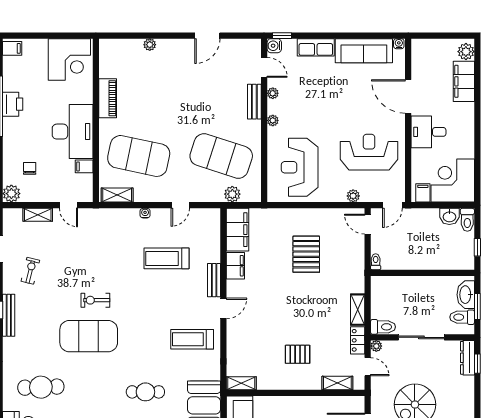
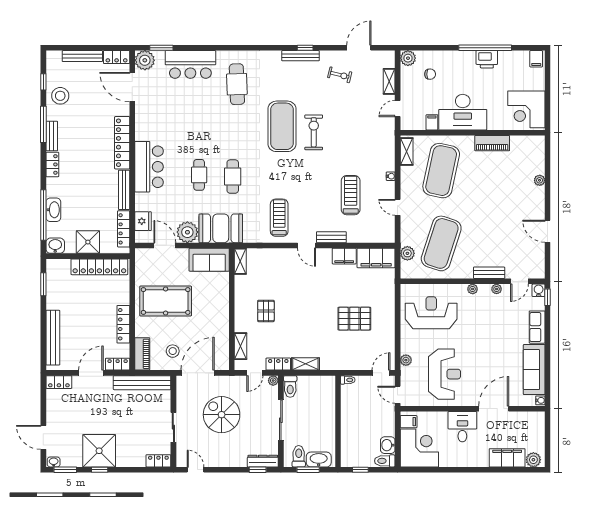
exercise bike: (95, 300) -> (314, 132), width x1.38, depth x1.39

